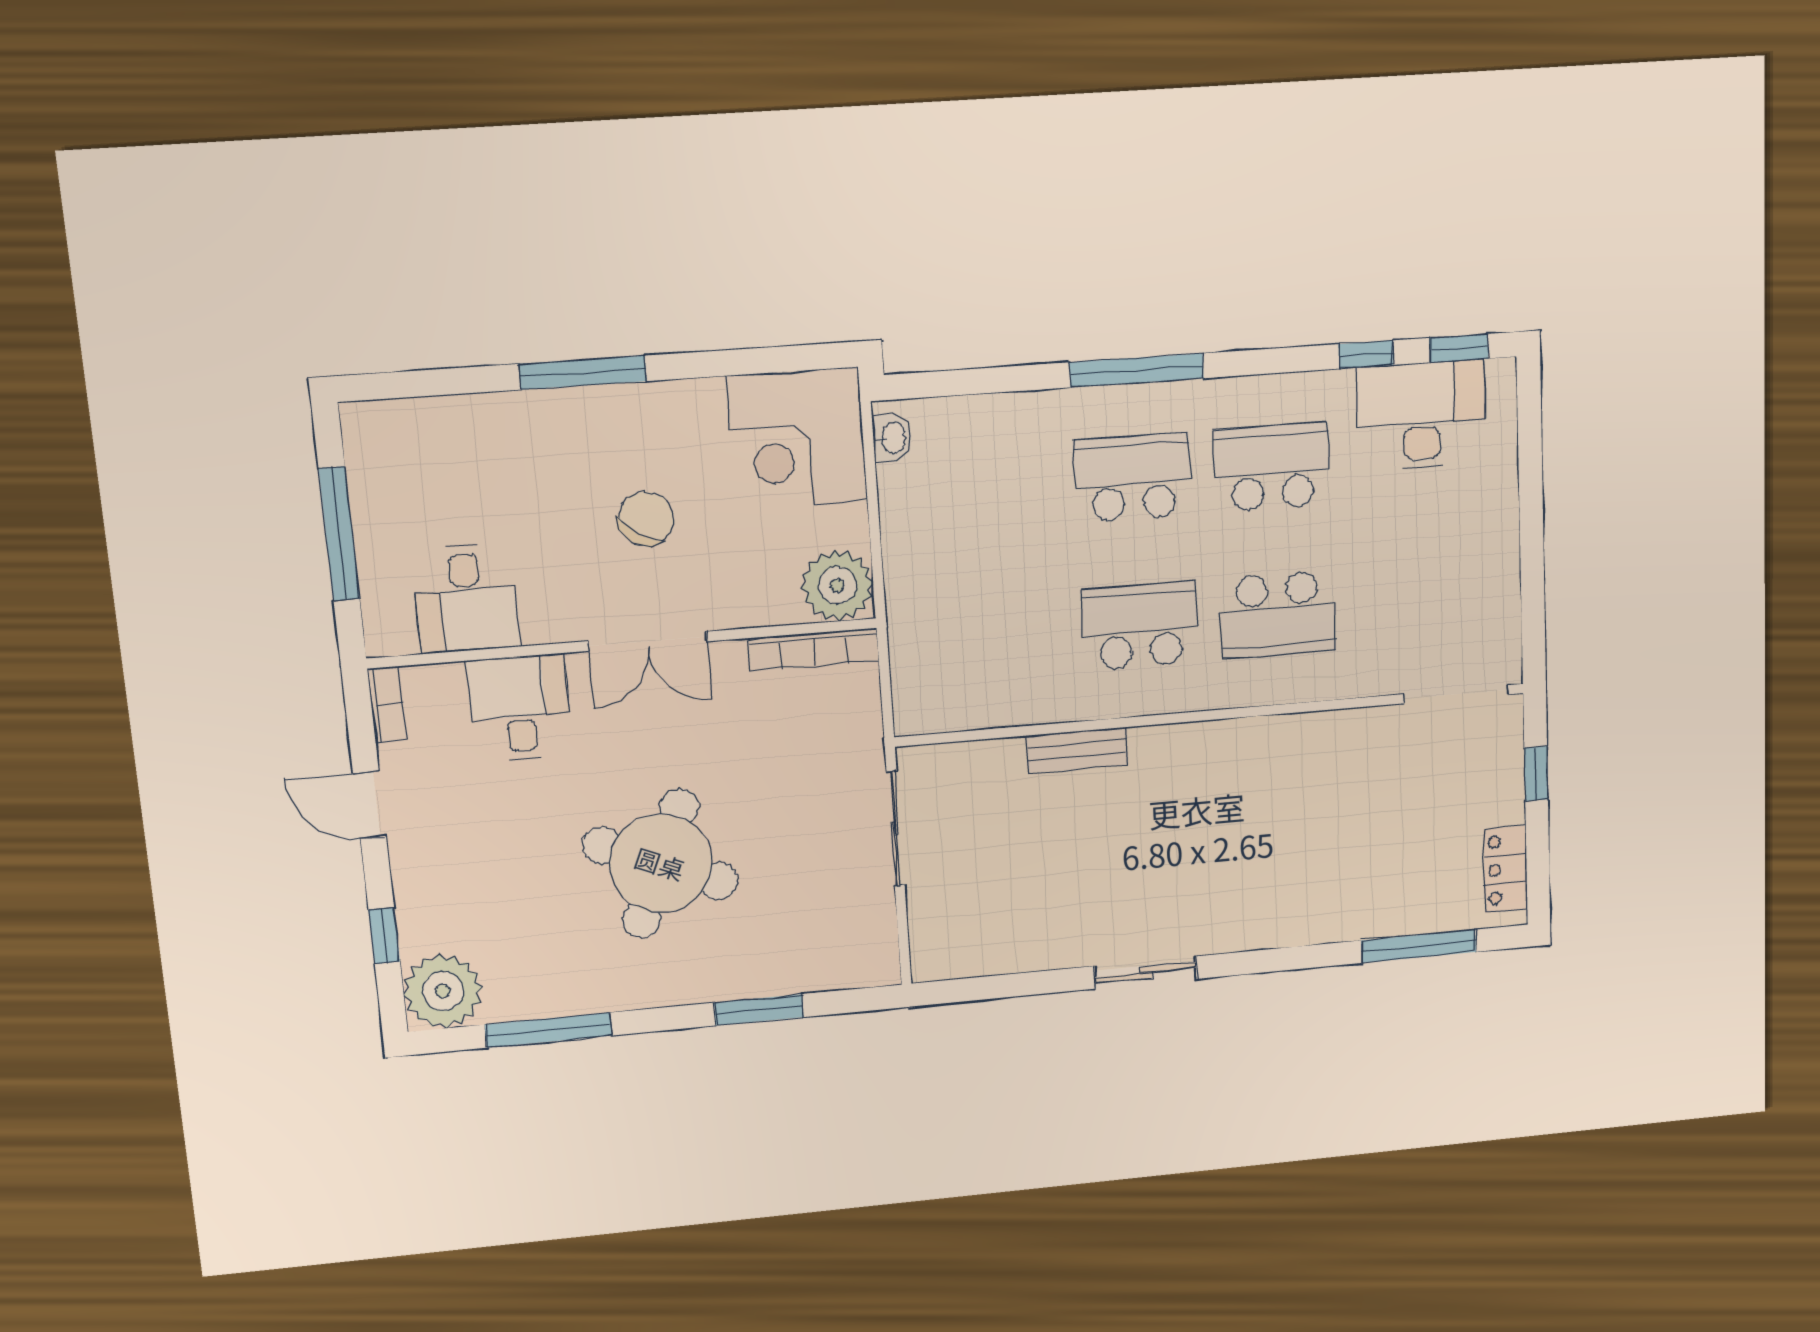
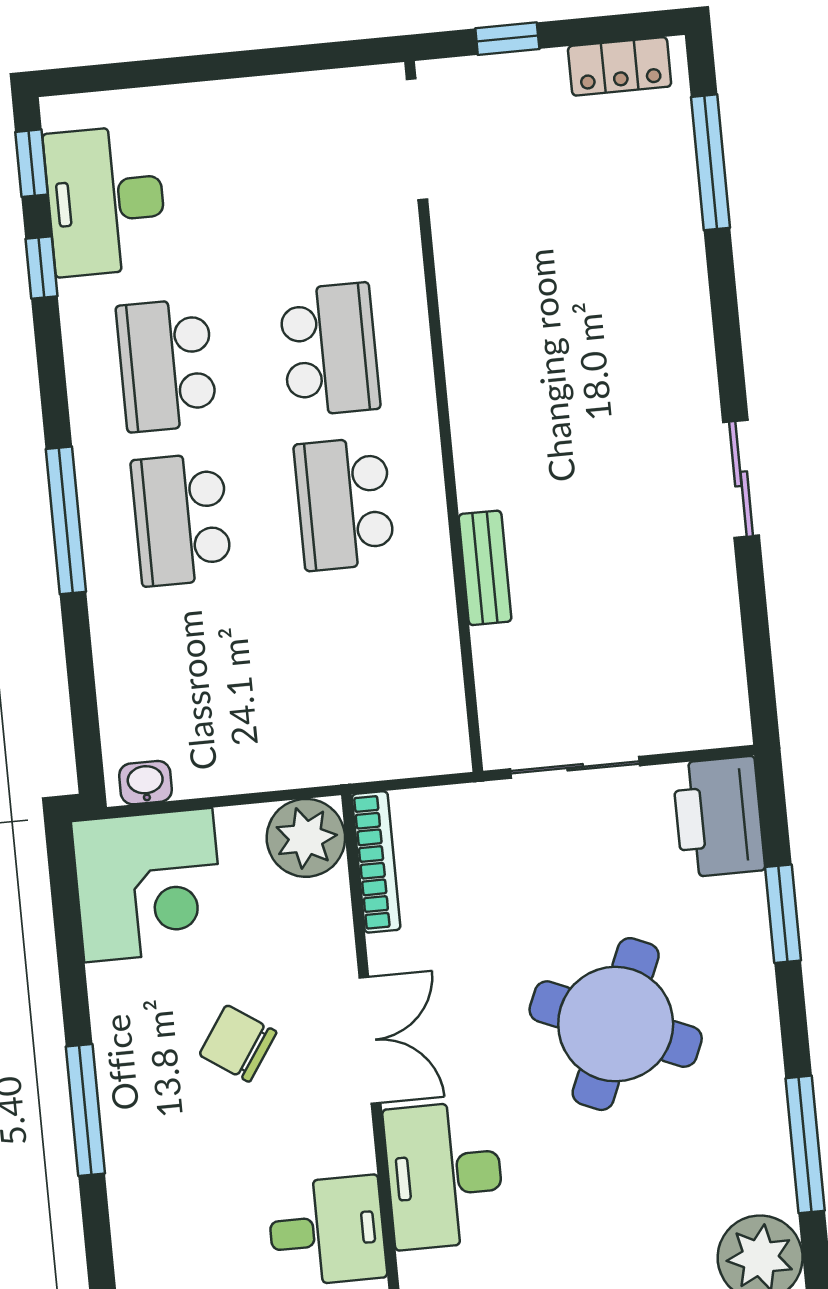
desk: (520, 708) -> (444, 1175), width x1.37
printer: (848, 954) -> (719, 817), added

